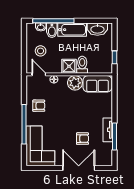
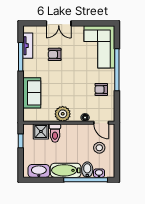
shower: (69, 66) -> (41, 131), moved
sofa: (98, 84) -> (32, 93), moved, turned 90
tv unit: (108, 130) -> (28, 46), moved
double door: (79, 168) -> (59, 23), width x0.73

